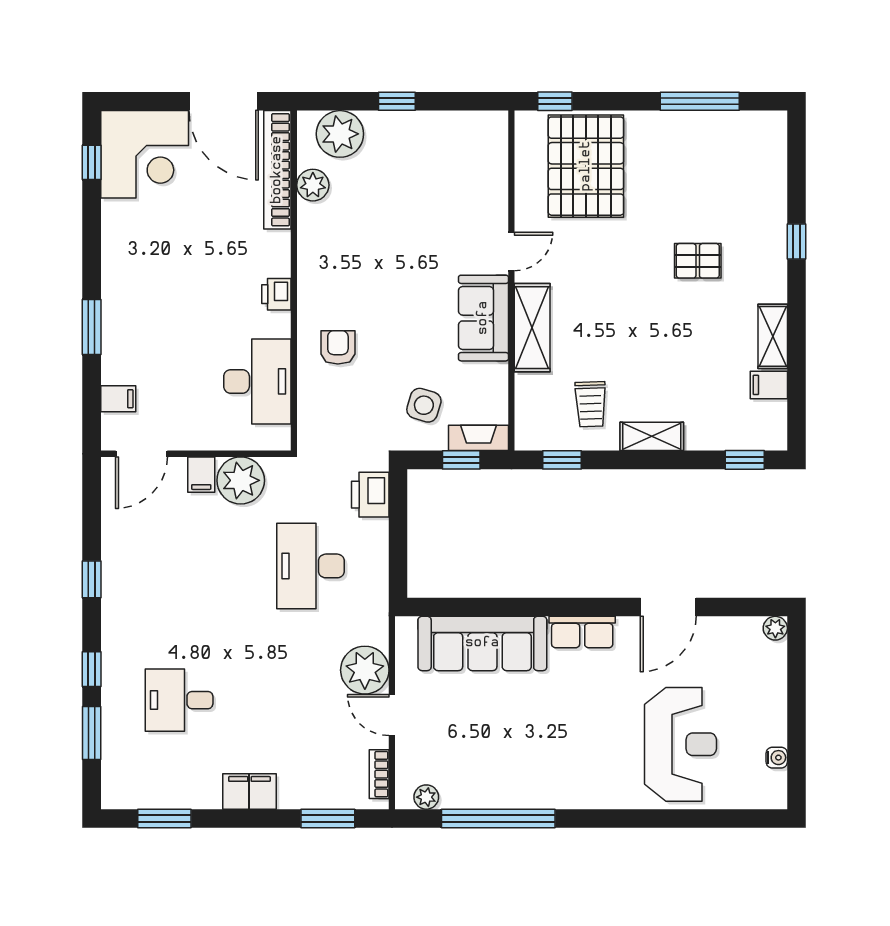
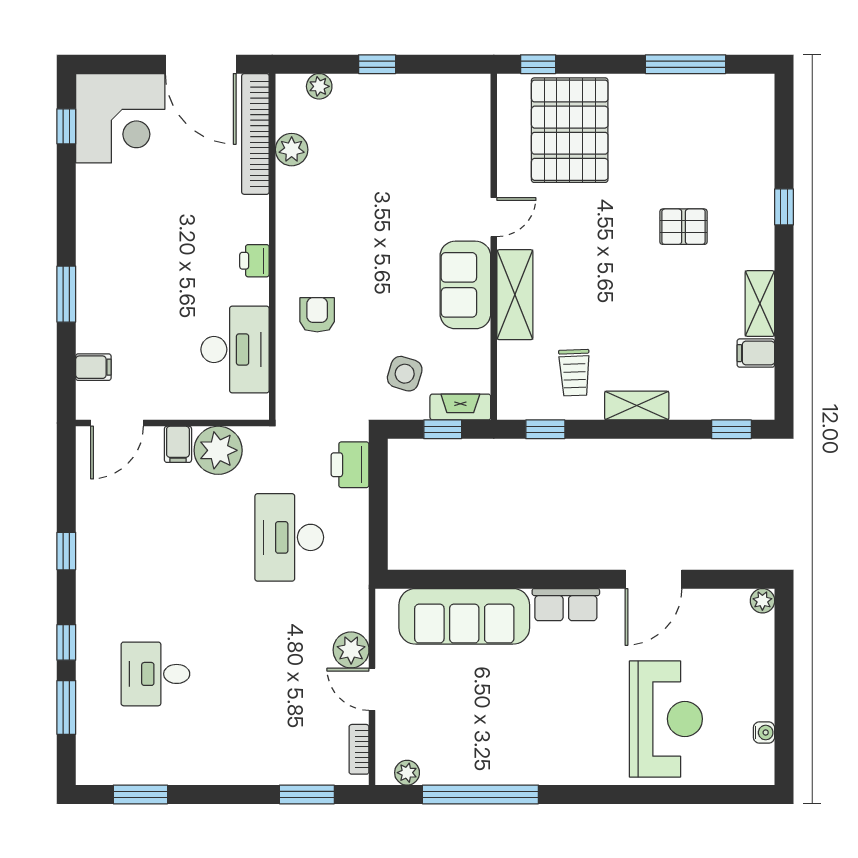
plant: (340, 134) -> (319, 86), width x0.53, depth x0.53
plant: (365, 670) -> (351, 650), width x0.73, depth x0.73
filing cabinet: (249, 791) -> (227, 767), removed

